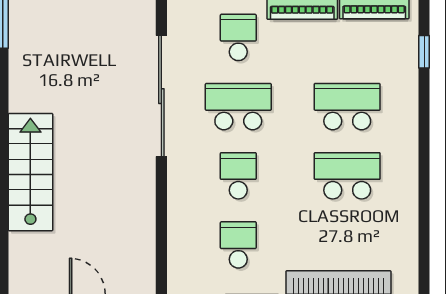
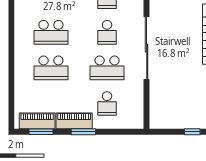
window: (424, 52) -> (11, 96), removed
sliding door: (161, 96) -> (147, 48), moved

